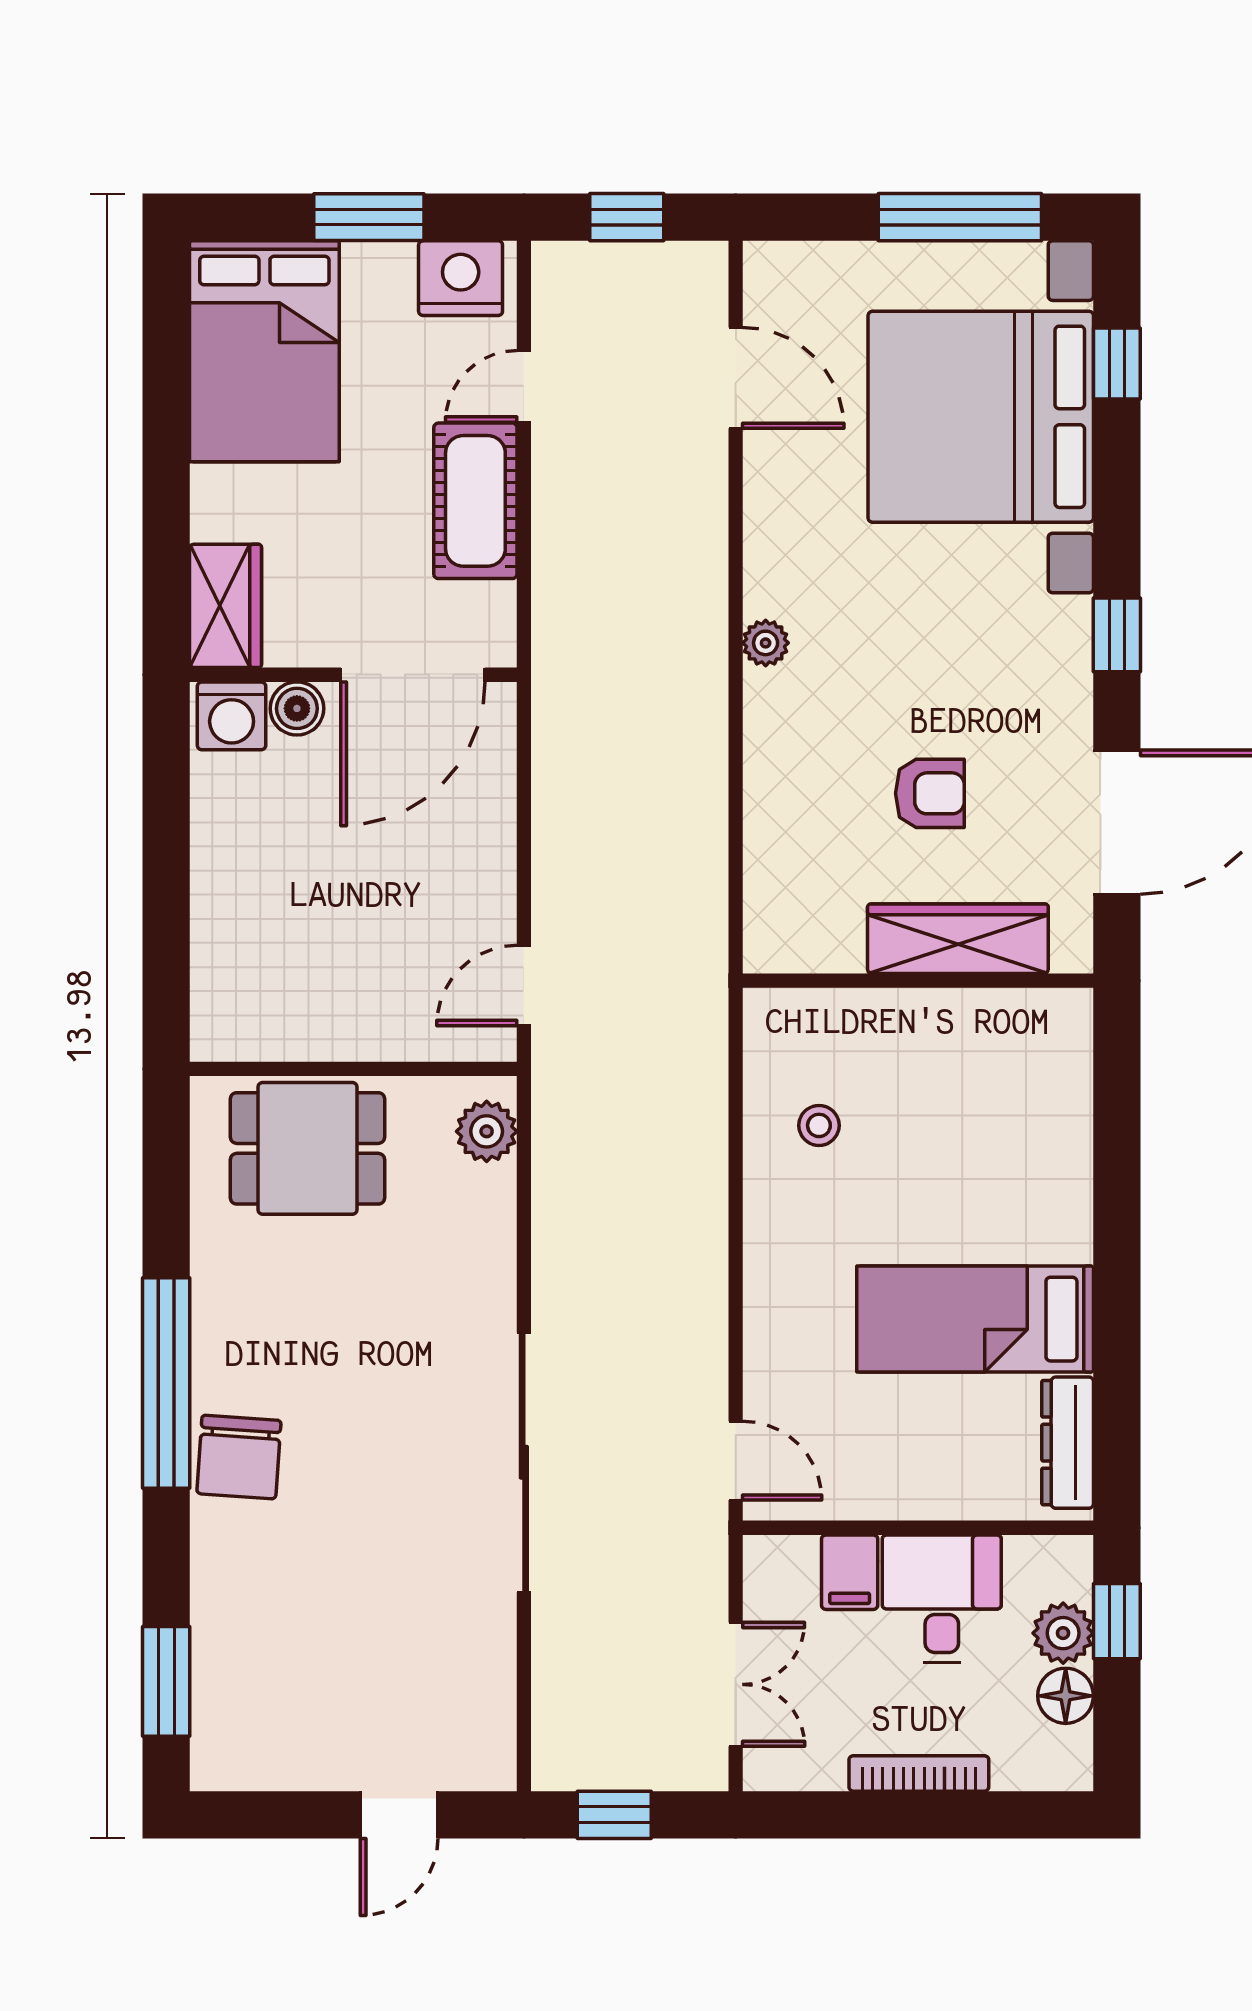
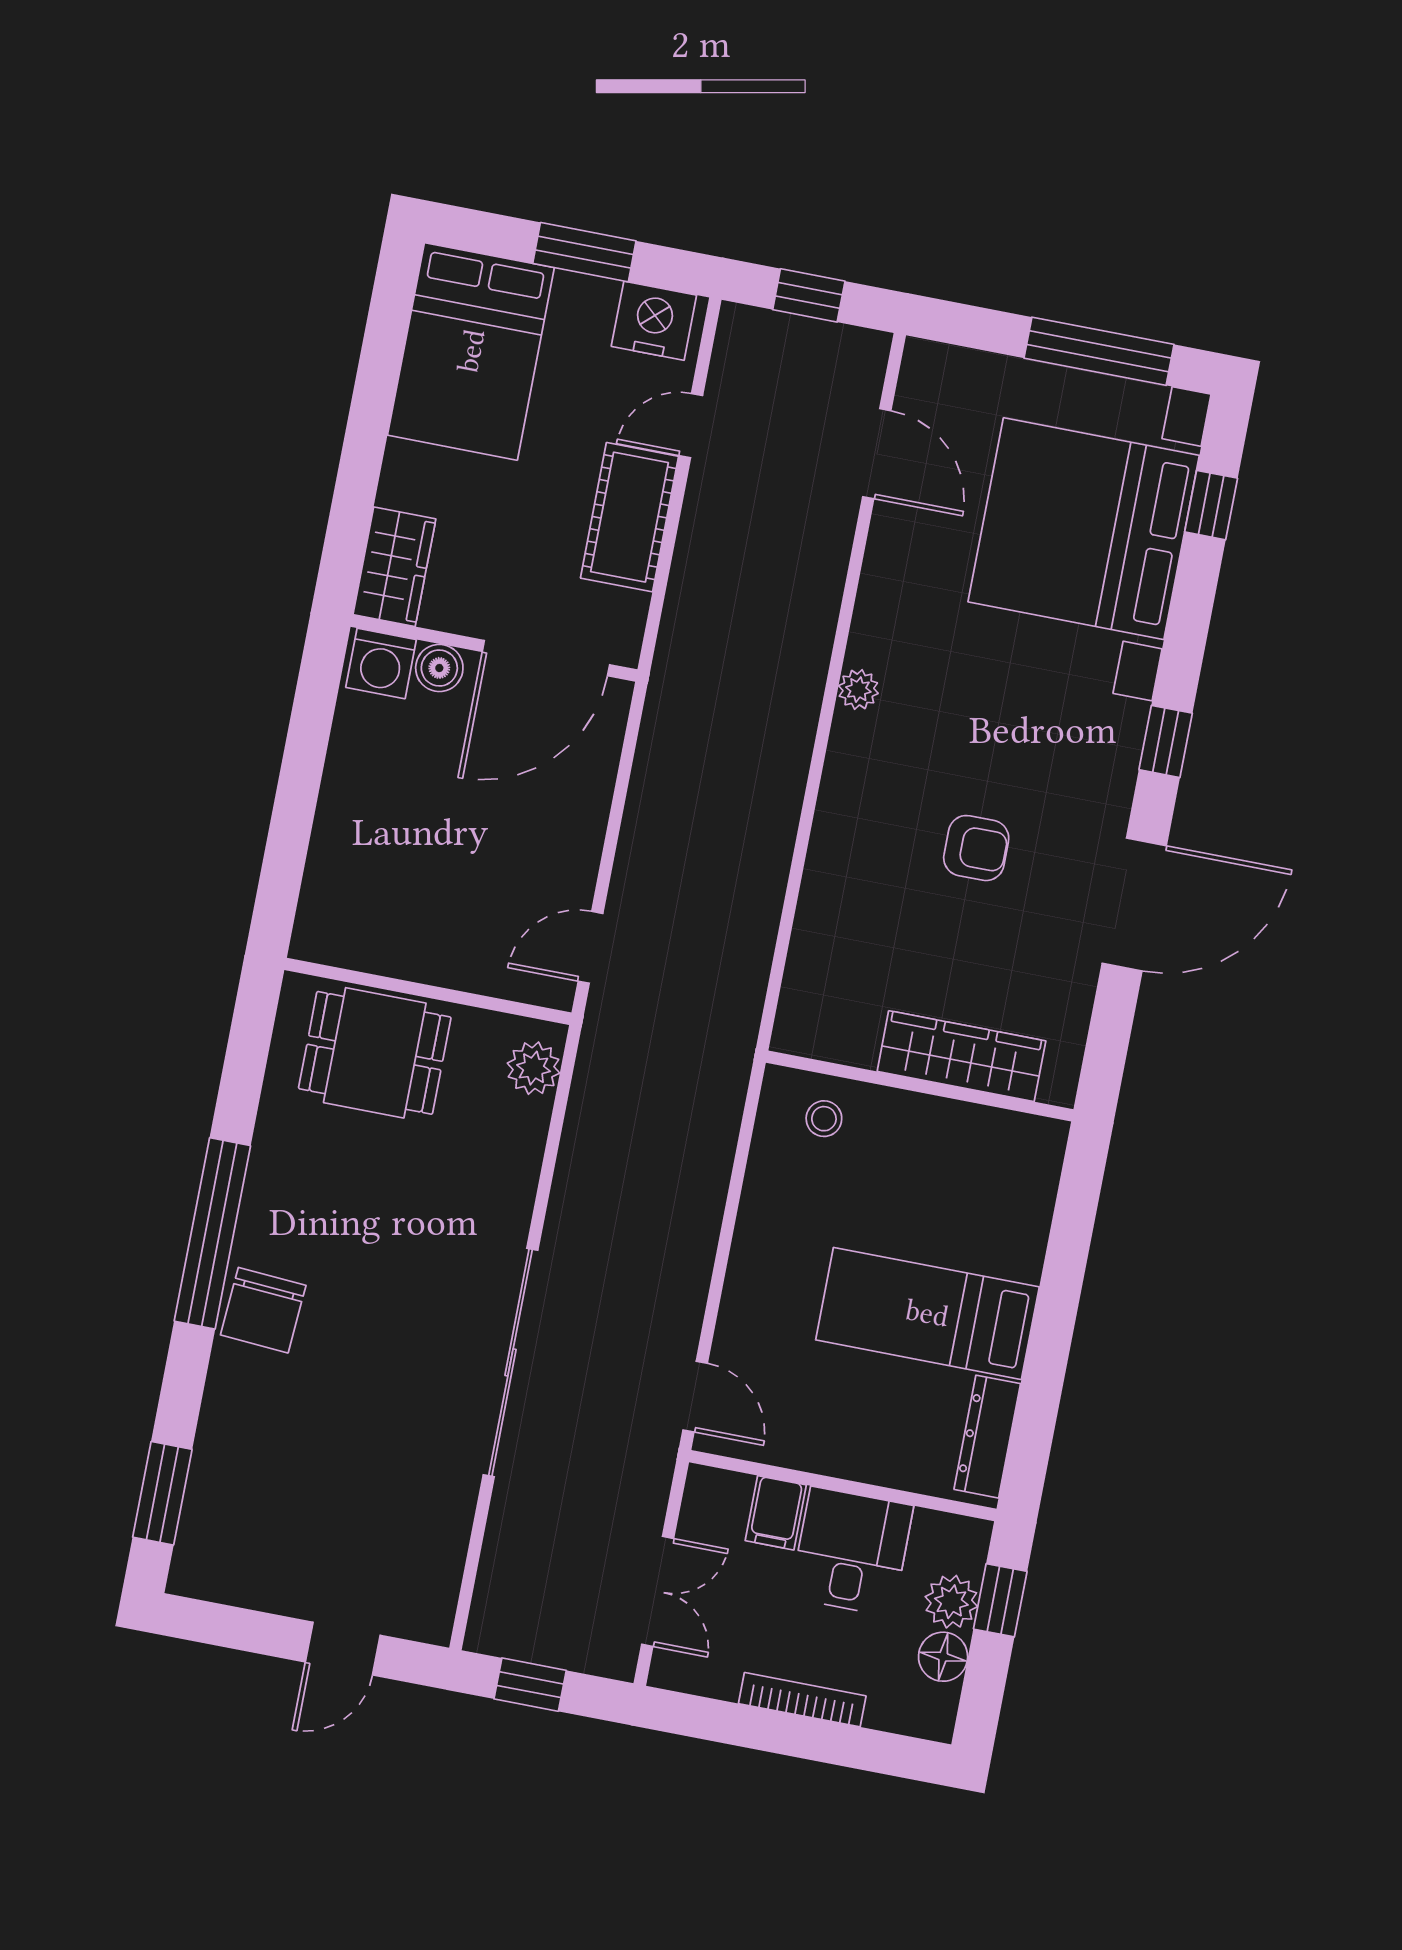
wardrobe: (958, 939) -> (961, 1056), moved
wall: (918, 981) -> (920, 1086), moved

